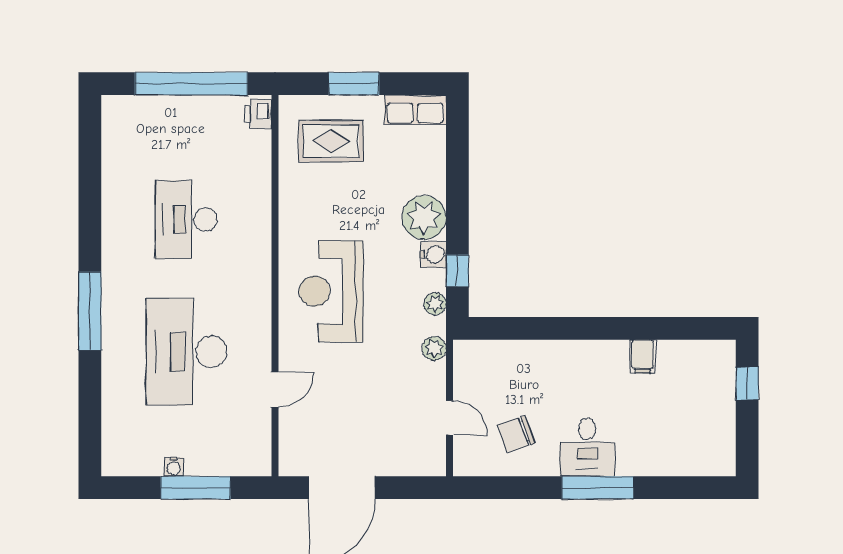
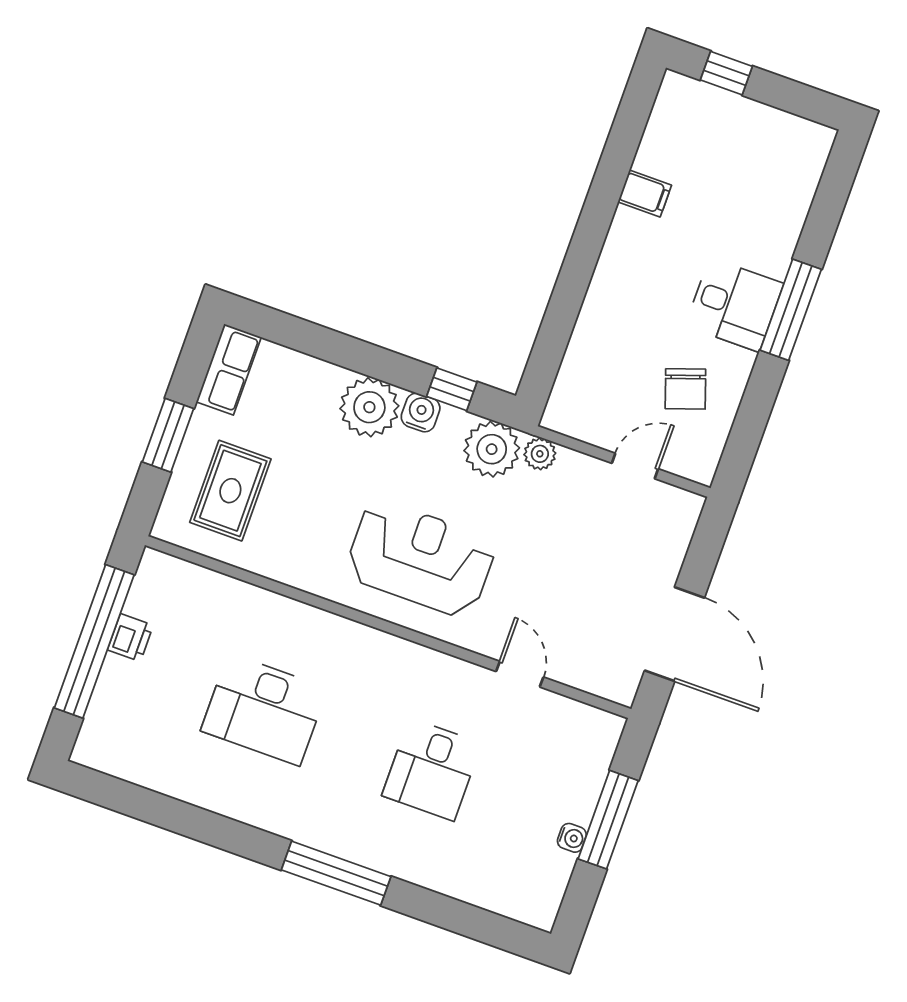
printer: (258, 114) -> (130, 638), moved, turned -90
reception desk: (331, 291) -> (421, 558), turned 180
plant: (435, 304) -> (492, 449), width x1.88, depth x1.88
desk: (186, 352) -> (432, 769), width x0.53, depth x0.77

